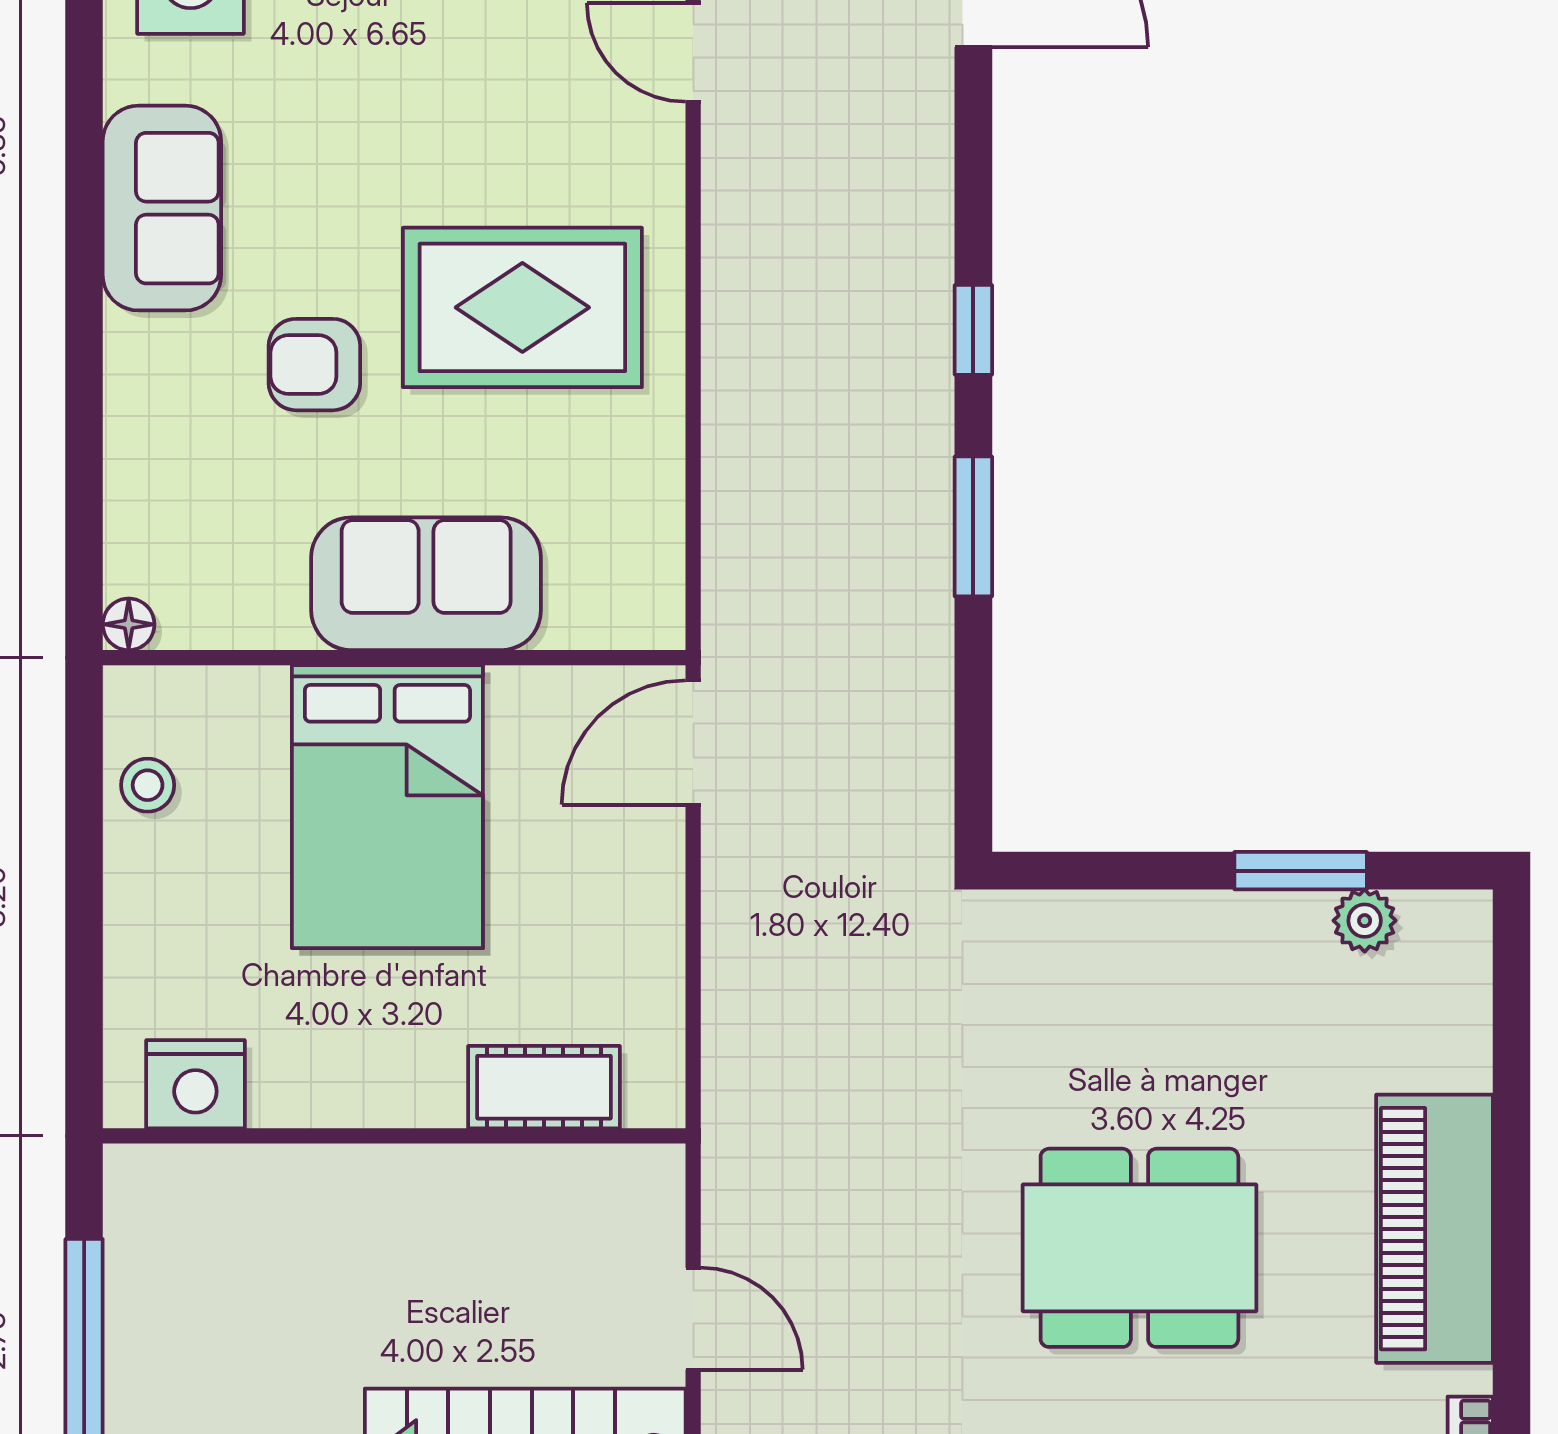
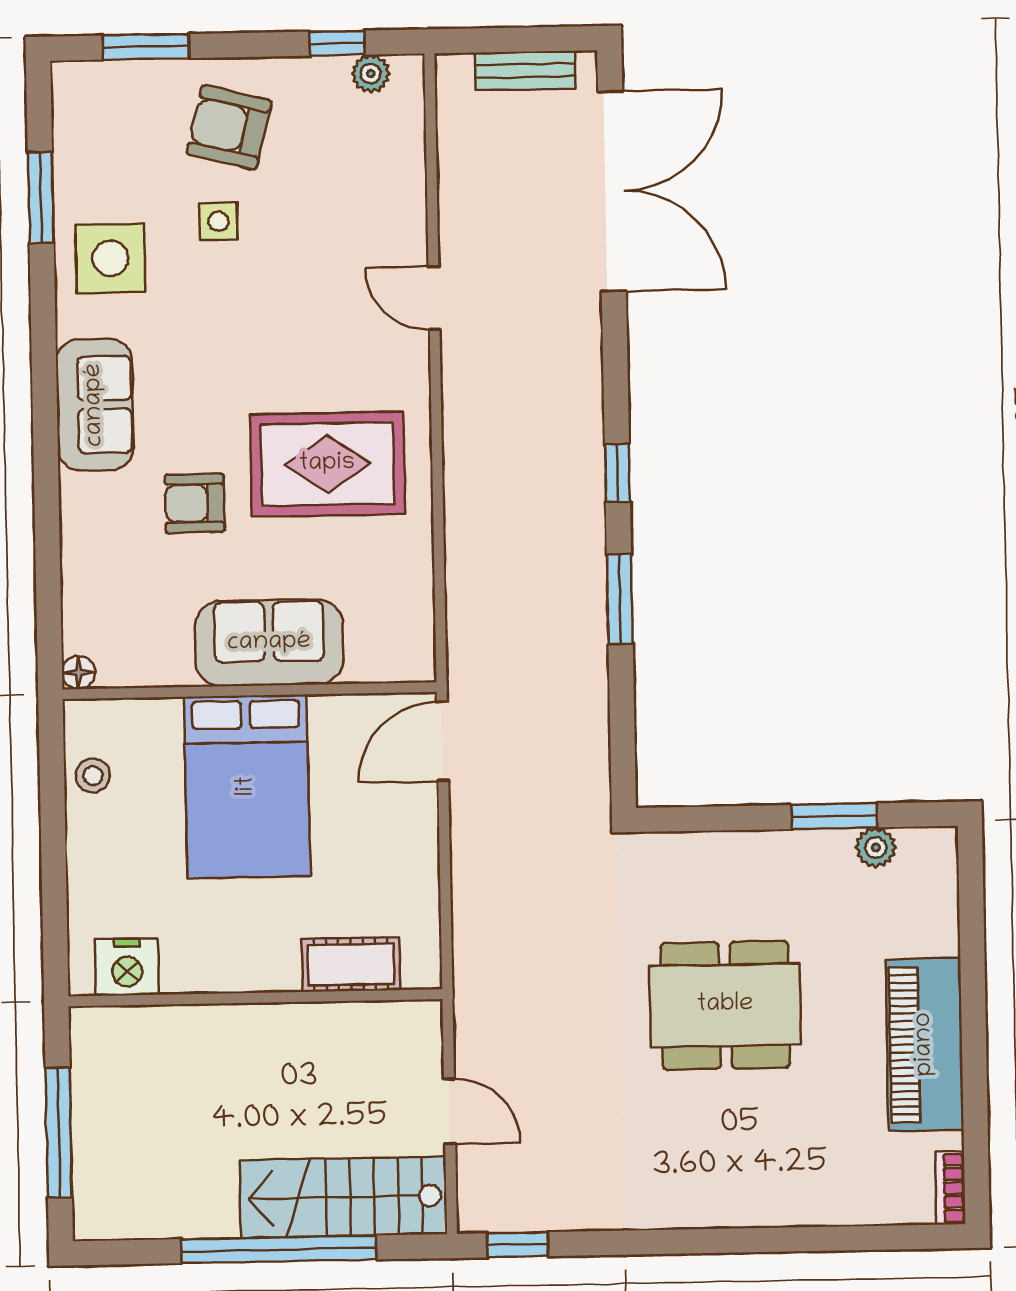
dining table: (1139, 1248) -> (725, 1005), moved

